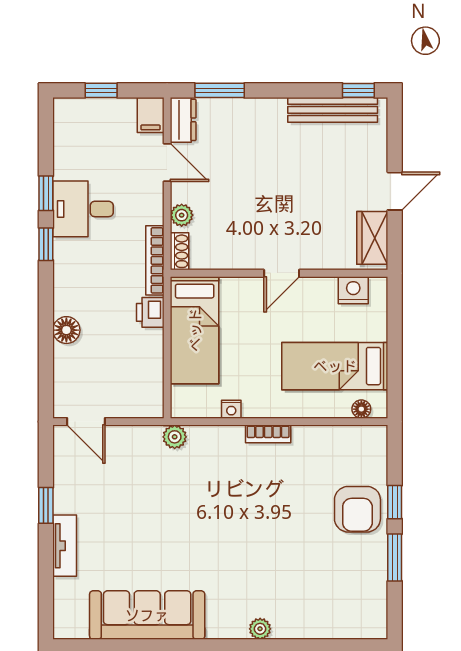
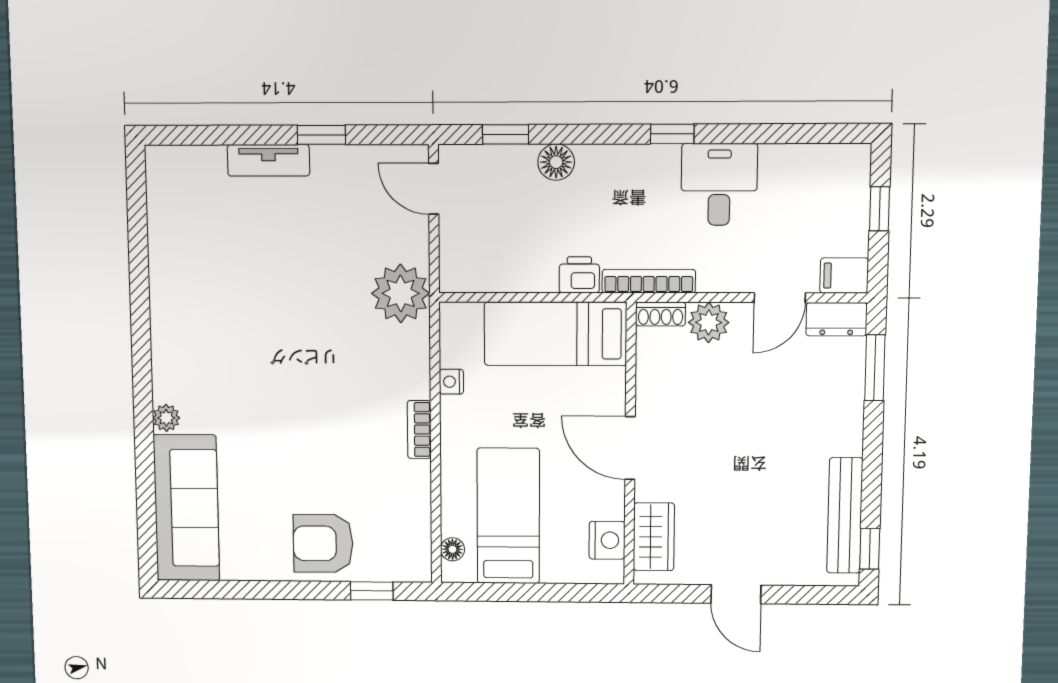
window: (46, 193) -> (505, 134), moved
plant: (182, 215) -> (709, 322), width x1.38, depth x1.38
wardrobe: (372, 238) -> (654, 537), moved, turned 90
door: (282, 273) -> (630, 448), width x1.38
door: (86, 422) -> (434, 189), hinge flipped
plant: (175, 437) -> (401, 293), width x1.88, depth x1.88
window: (395, 502) -> (372, 591), moved
window: (395, 558) -> (262, 590), removed
sofa: (147, 615) -> (186, 508), moved

